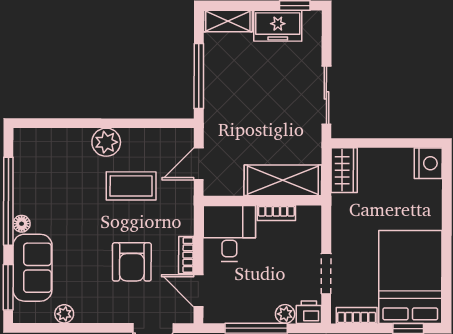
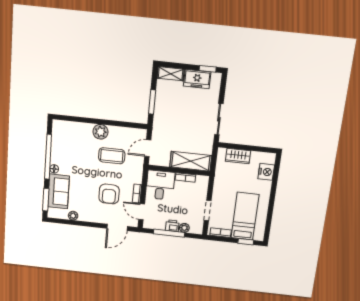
window: (199, 76) -> (152, 102), width x0.69
nightstand: (428, 163) -> (266, 172), moved
wardrobe: (344, 170) -> (238, 156), moved, turned 90
bed: (410, 277) -> (245, 216), width x0.67
printer: (309, 312) -> (172, 226), moved

